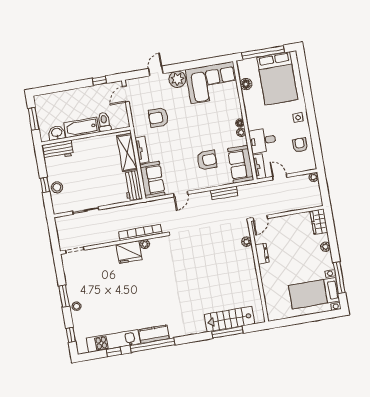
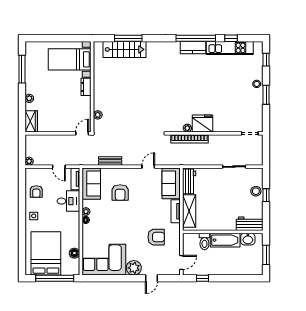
armchair: (207, 160) -> (120, 192), turned -90
dresser: (262, 254) -> (86, 87), moved
bed with nightstands: (314, 293) -> (70, 59), moved, turned 180

